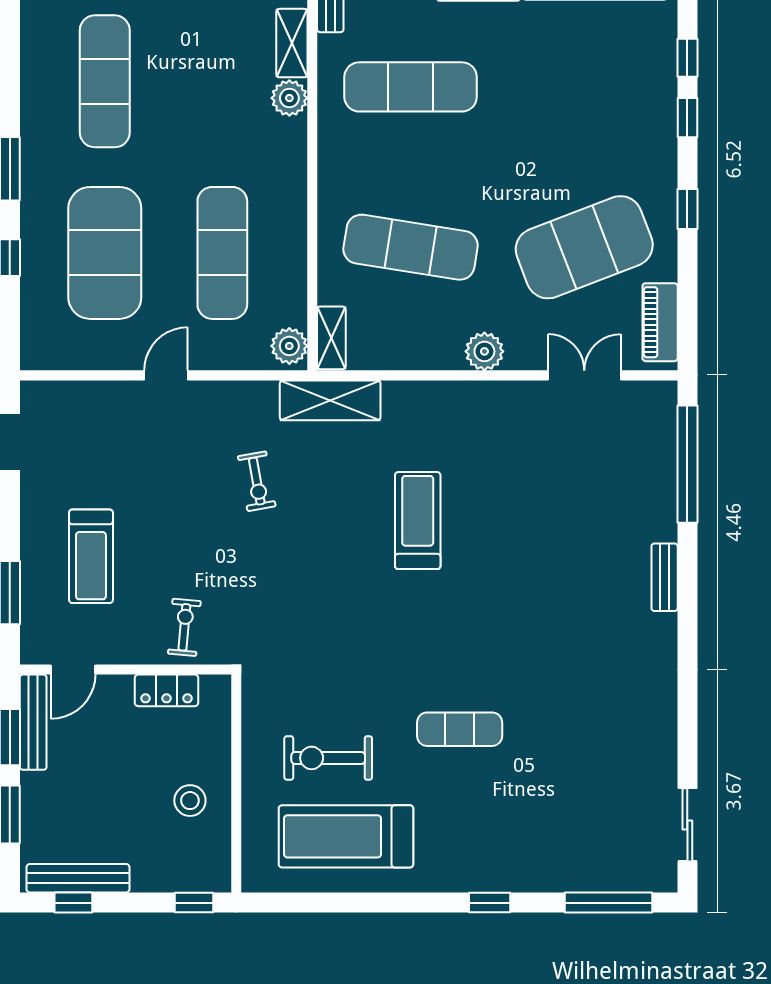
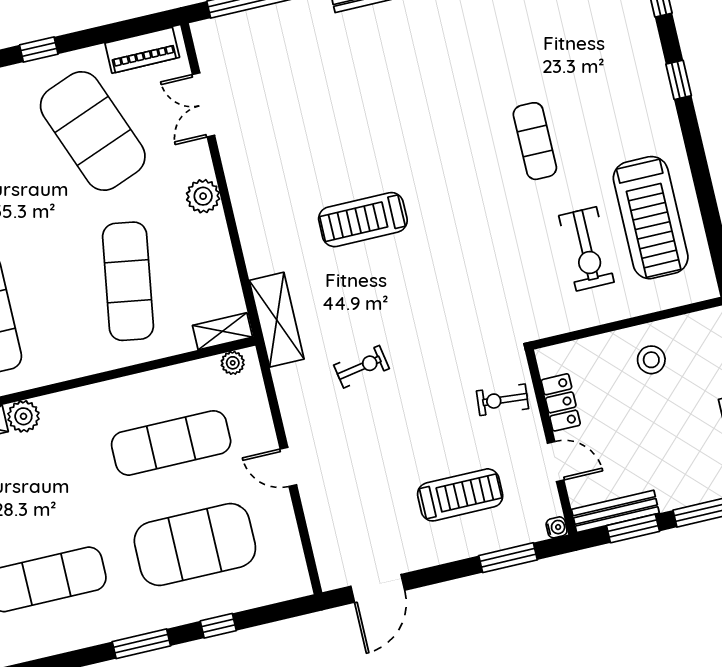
plant: (289, 346) -> (233, 363), width x0.73, depth x0.73
water cooler: (31, 654) -> (557, 527), added
door: (73, 669) -> (556, 462), moved

